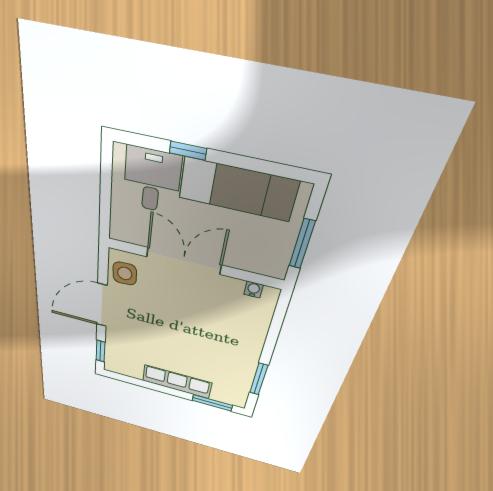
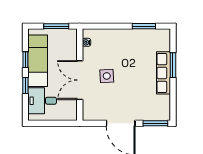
window: (246, 163) -> (25, 60), added
side table: (125, 273) -> (107, 76), moved
window: (100, 351) -> (155, 123), width x1.50
window: (212, 403) -> (173, 65), moved

